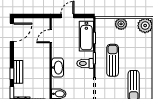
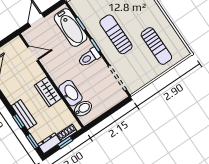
door: (51, 36) -> (33, 54), swing flipped
wardrobe: (44, 68) -> (48, 92), added
washbasin: (58, 68) -> (70, 93), moved

